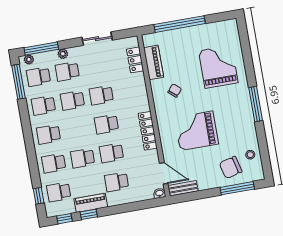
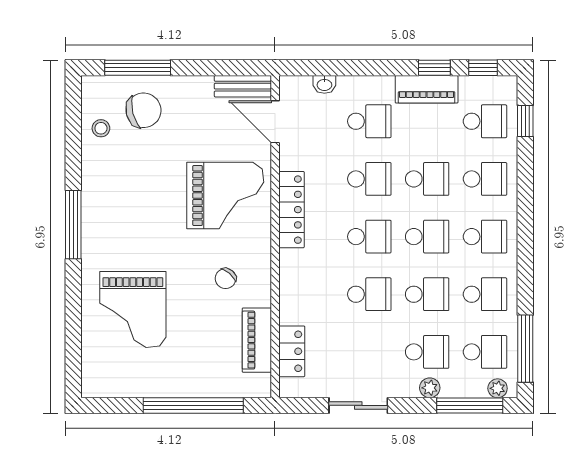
school desk: (77, 129) -> (427, 237), added
grand piano: (196, 131) -> (225, 196), moved
washbasin: (159, 193) -> (324, 84), moved

